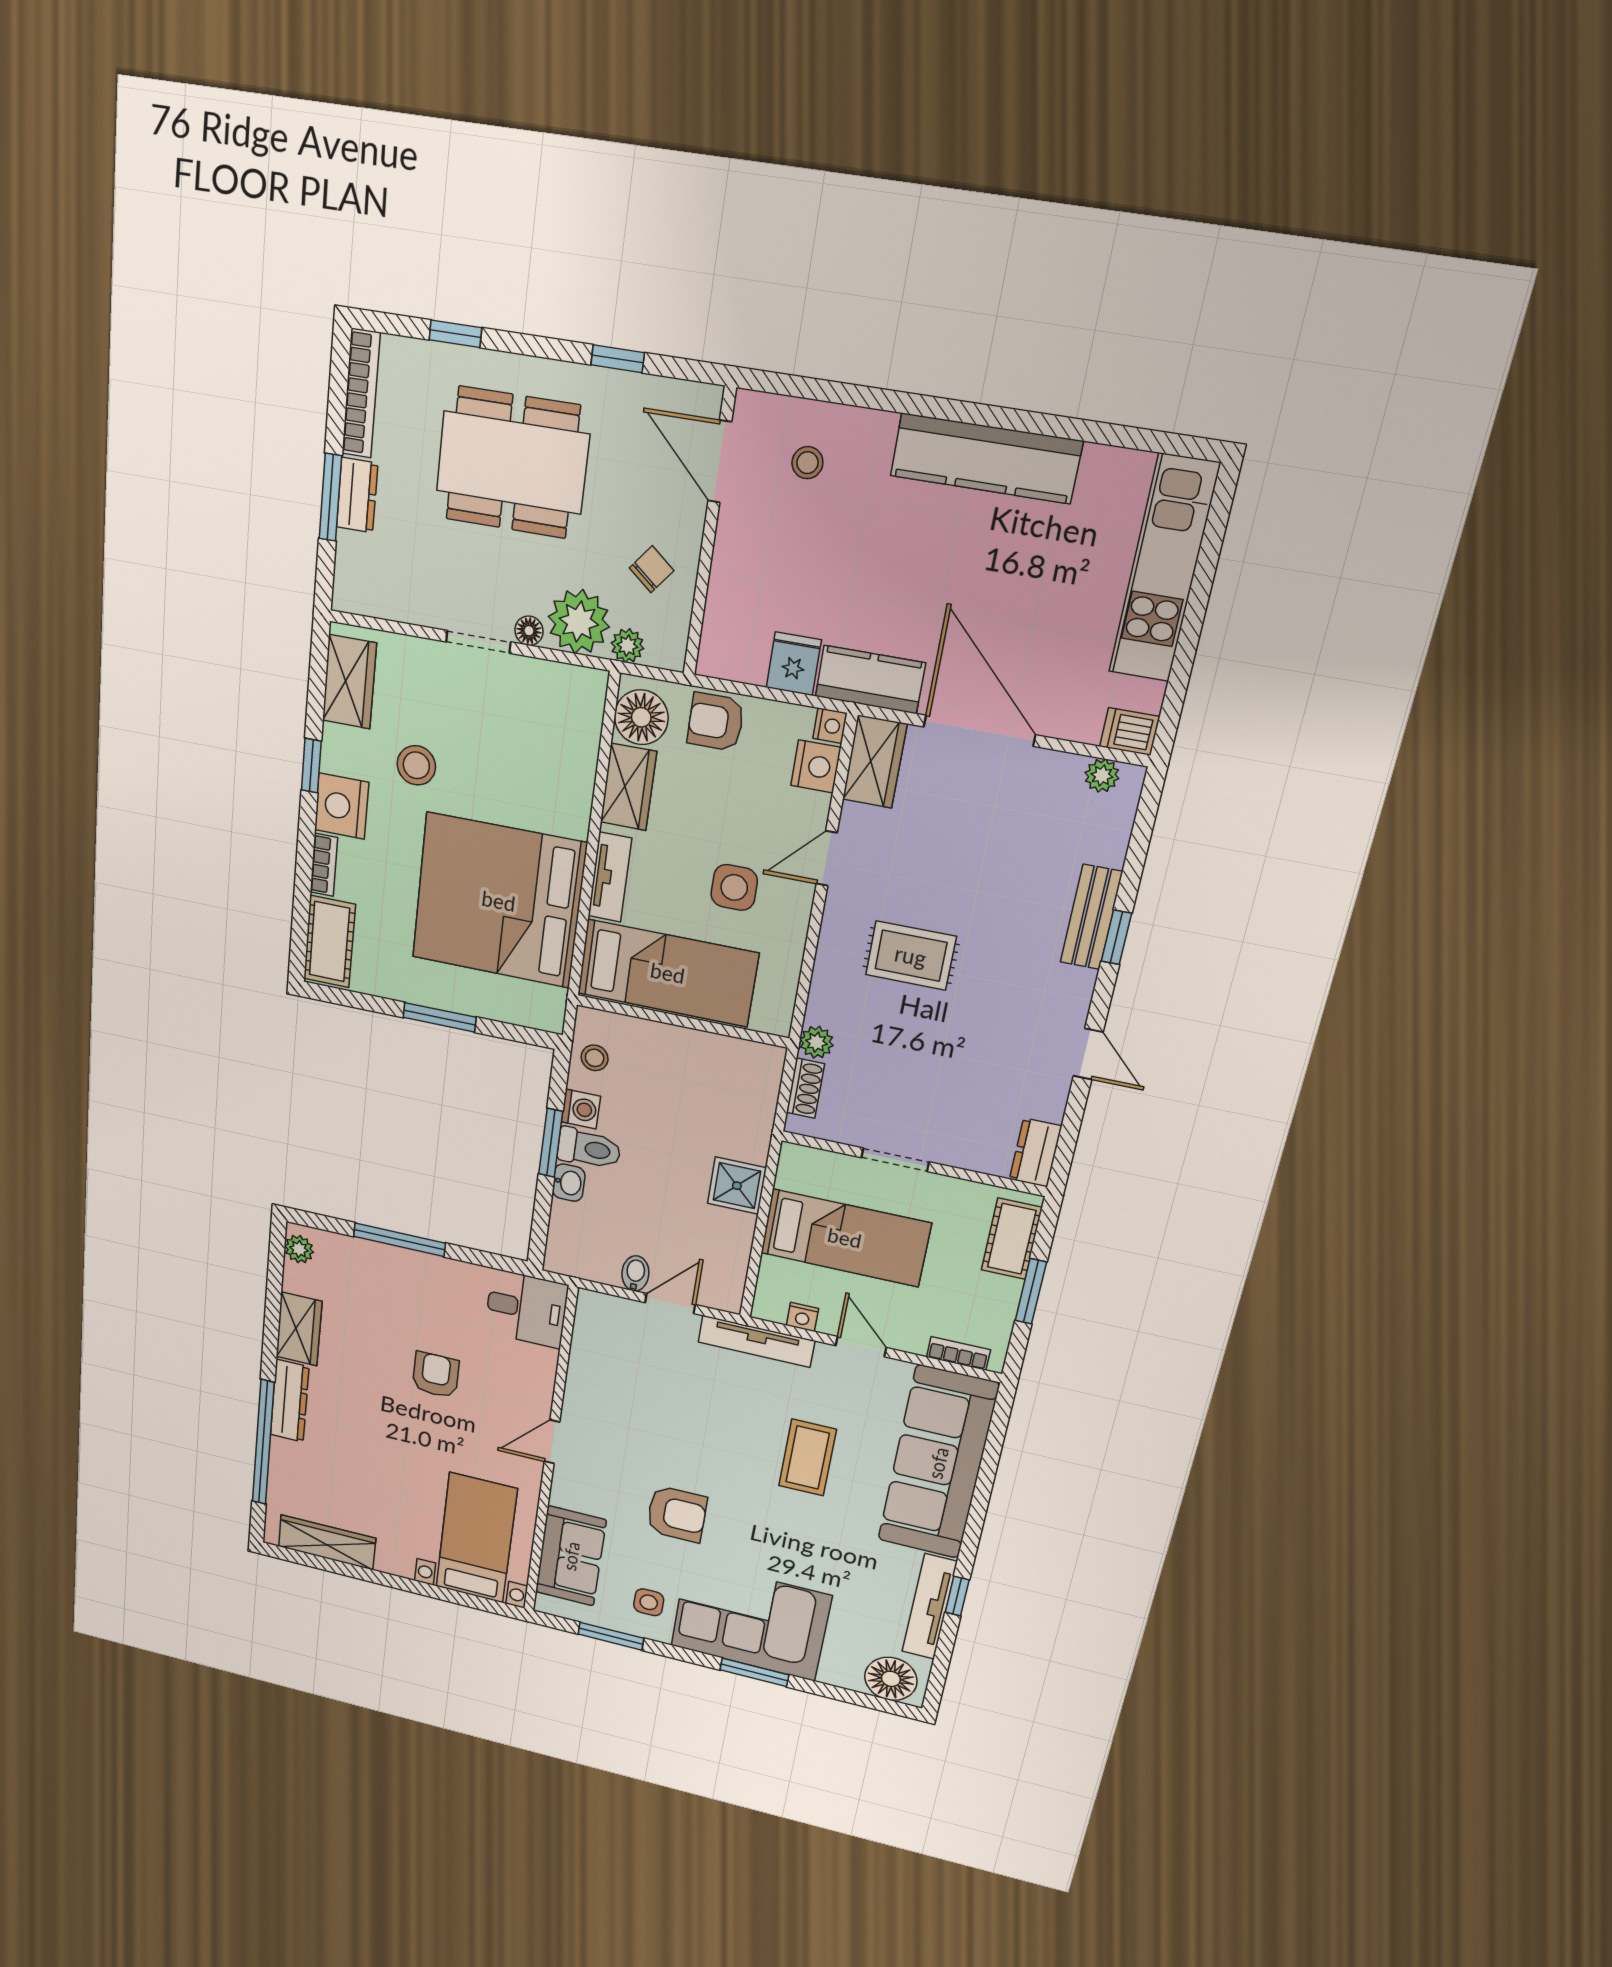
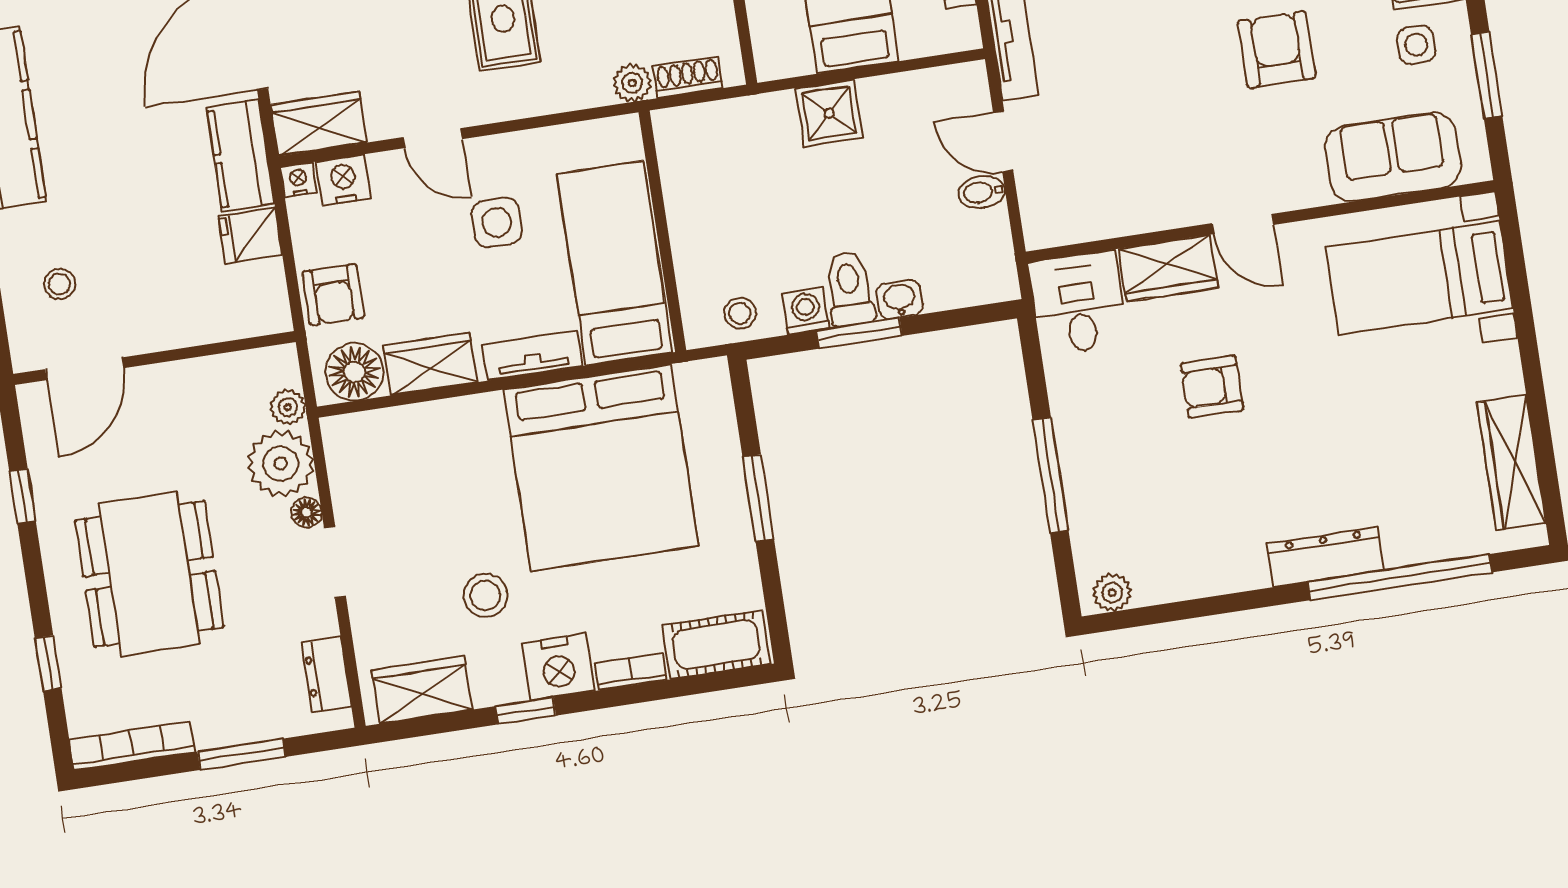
dresser: (357, 495) -> (326, 674), moved, turned -90
chair: (652, 569) -> (206, 405), removed
wardrobe: (299, 1329) -> (1168, 268), moved, turned 180

